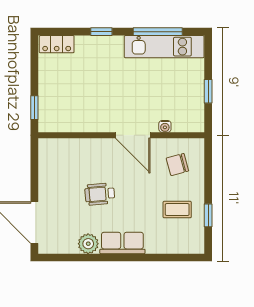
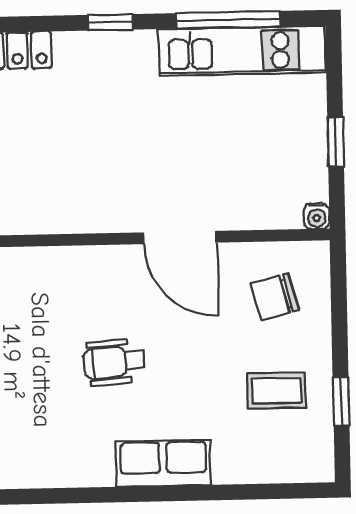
water cooler: (165, 126) -> (317, 216), moved
plant: (88, 244) -> (92, 466), removed

